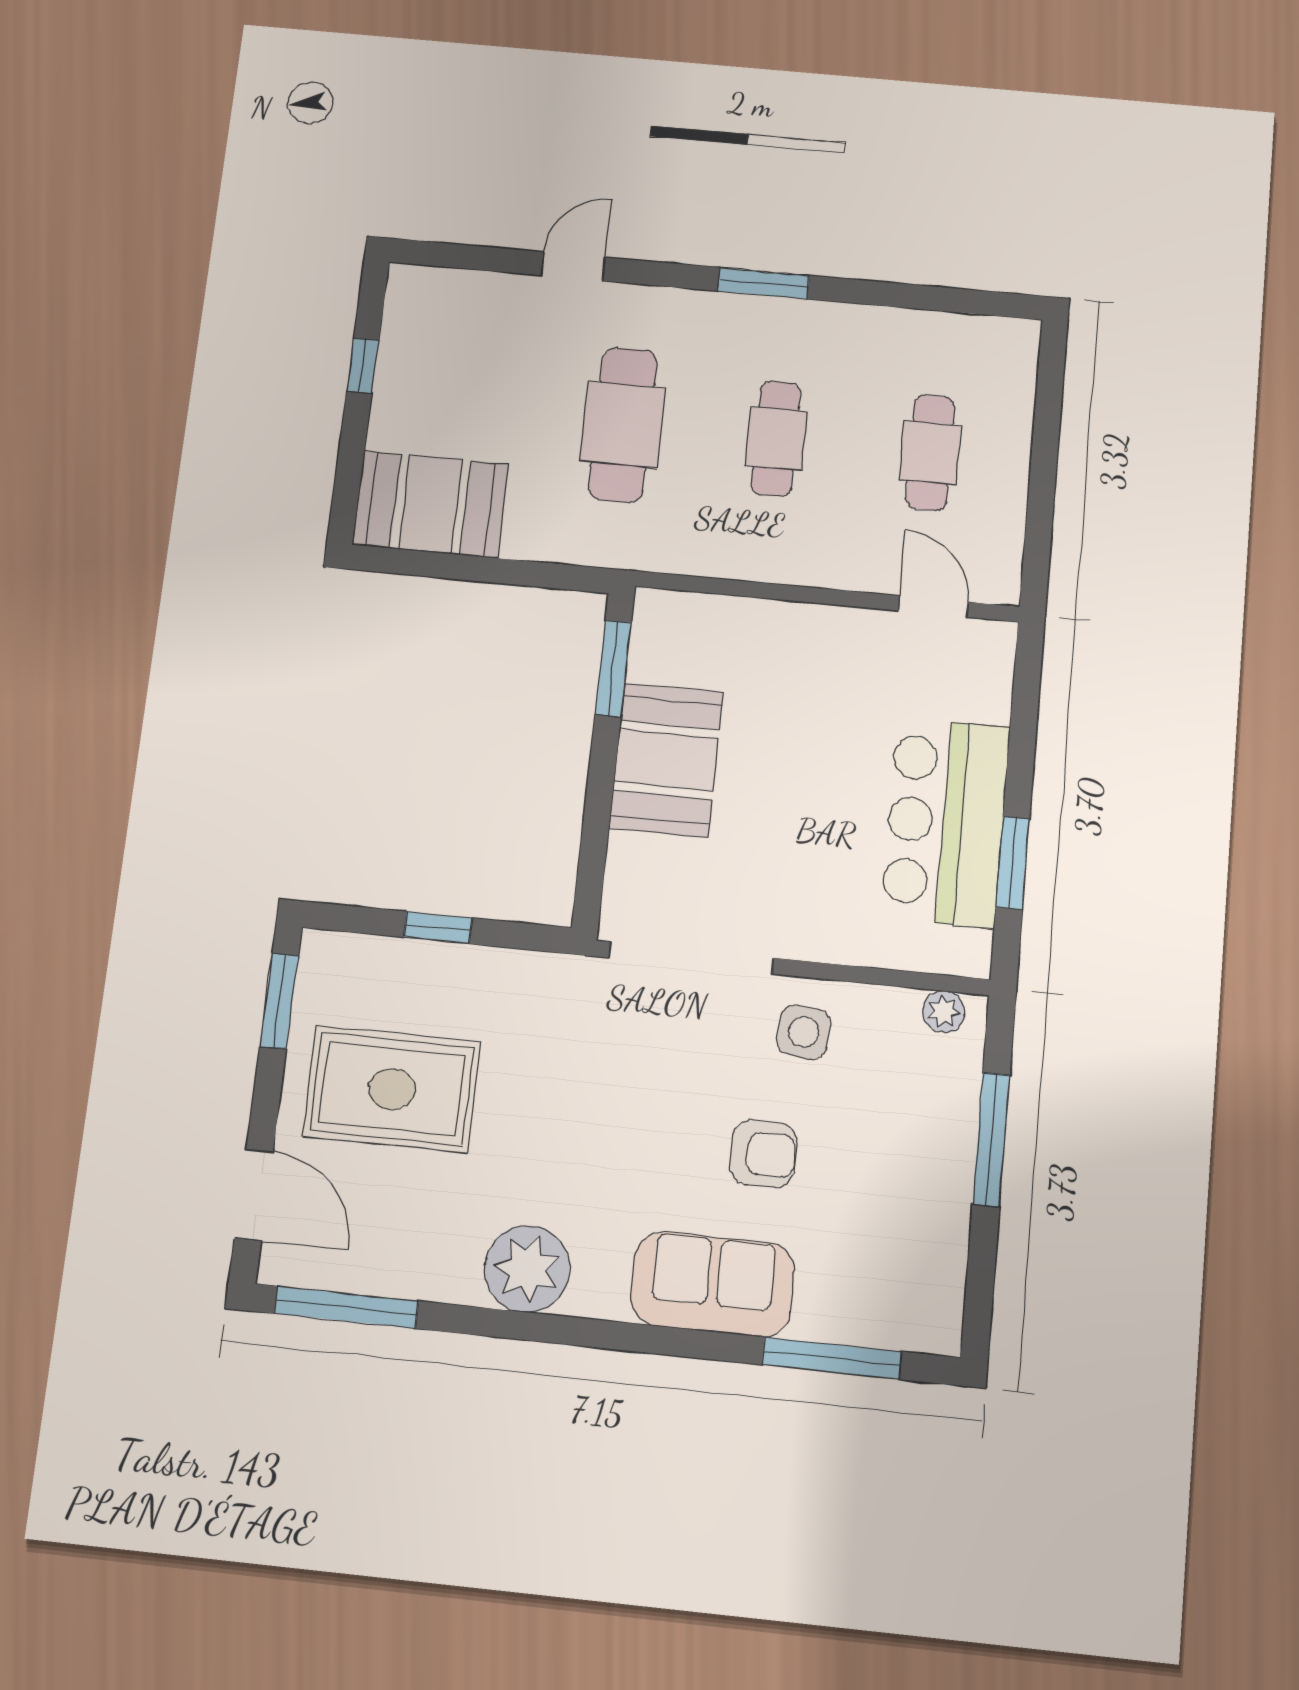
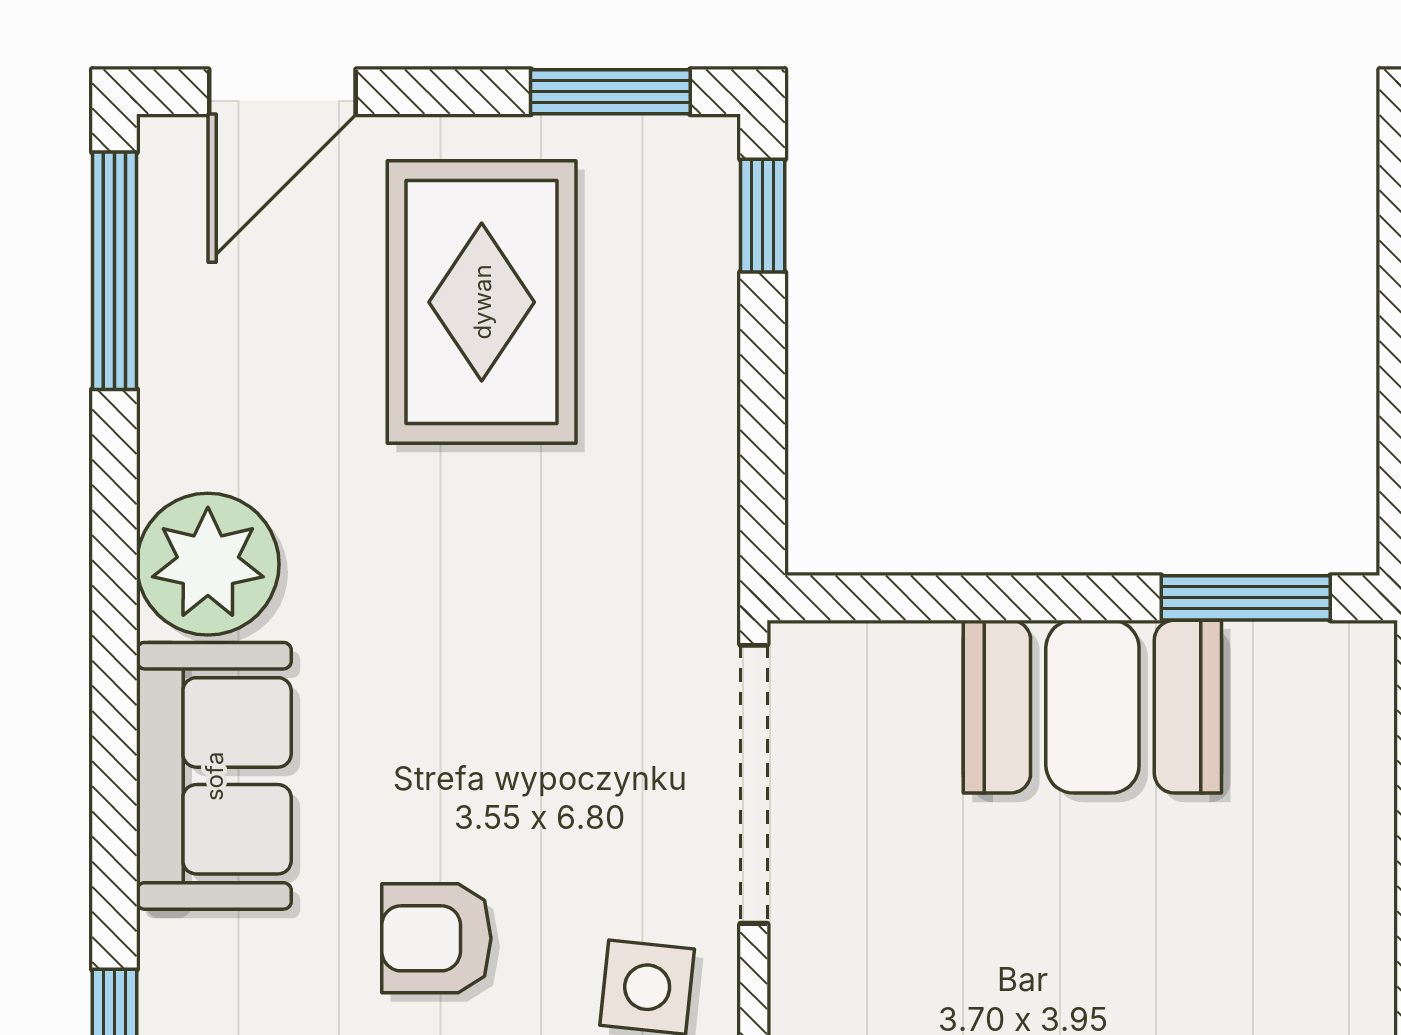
window: (438, 928) -> (763, 216), moved
armchair: (763, 1154) -> (436, 938), turned 90
sofa: (713, 1284) -> (214, 776), moved

